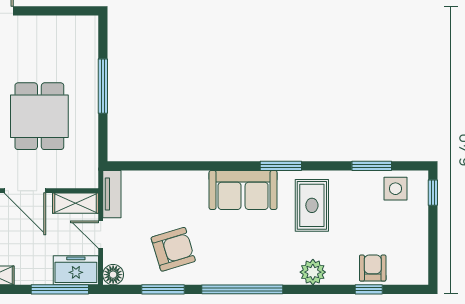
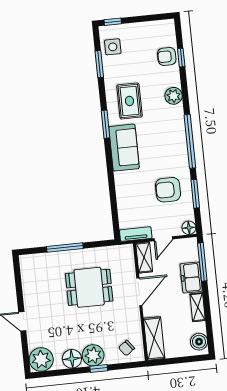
rug: (312, 205) -> (129, 101), turned 90
armchair: (173, 249) -> (168, 190), turned -73
freezer: (76, 270) -> (191, 278), moved

